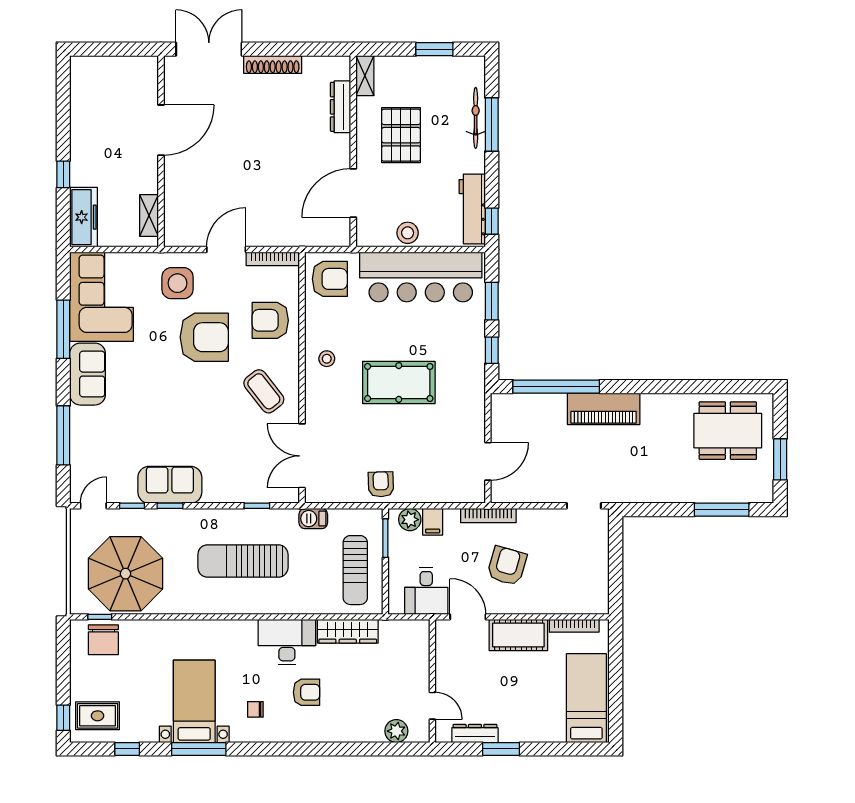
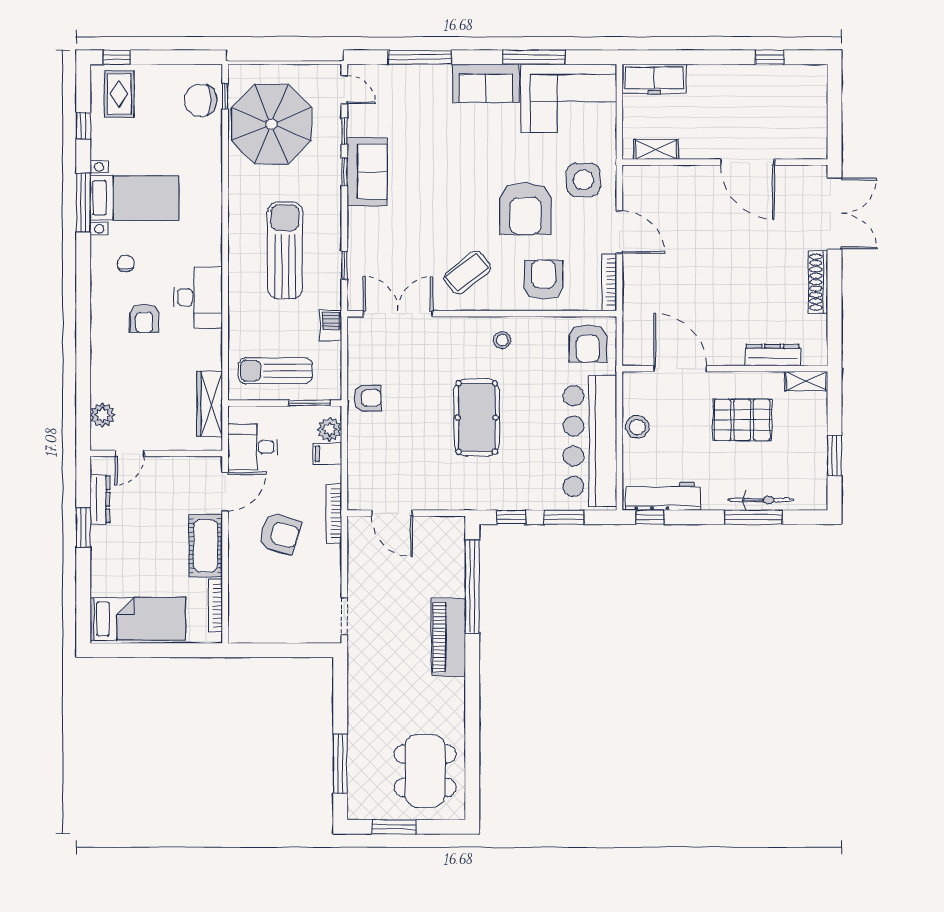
window: (63, 174) -> (770, 57), moved
wardrobe: (348, 631) -> (210, 404), moved

